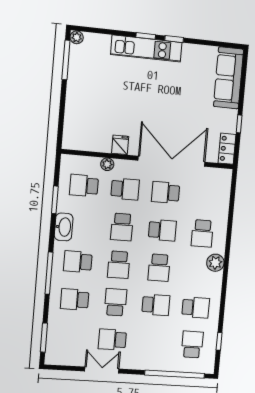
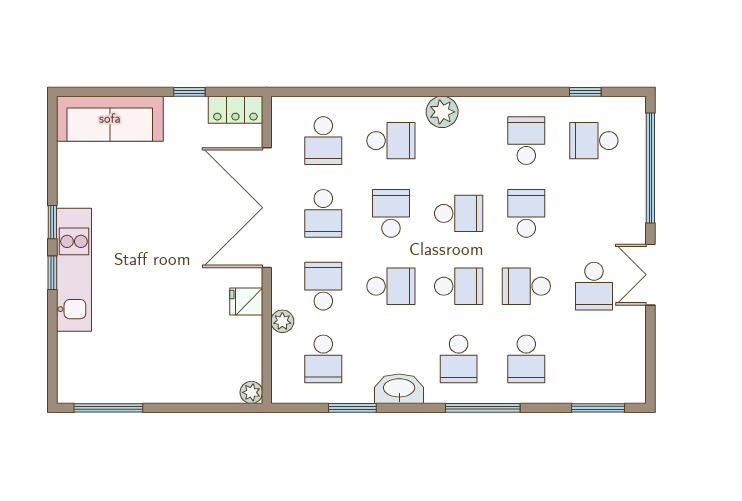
plant: (77, 37) -> (251, 392), moved
school desk: (206, 196) -> (323, 141), added
double door: (102, 370) -> (650, 275), moved

